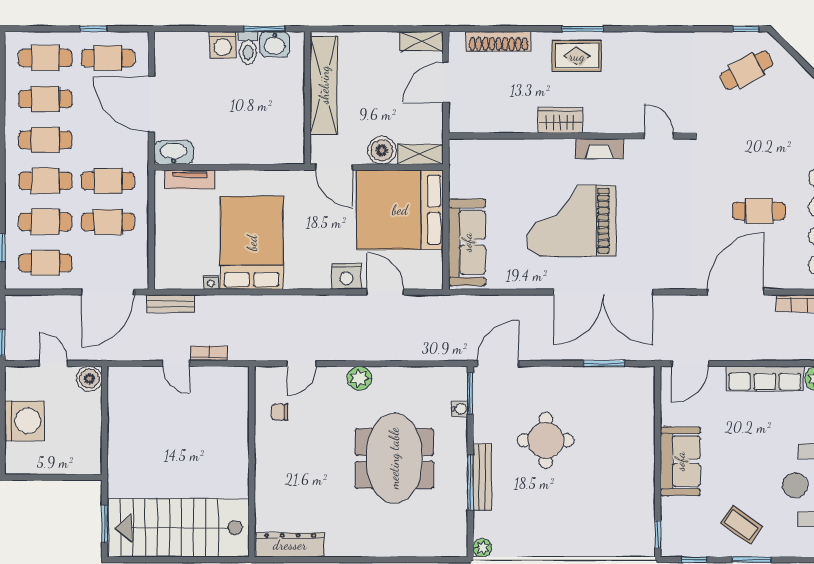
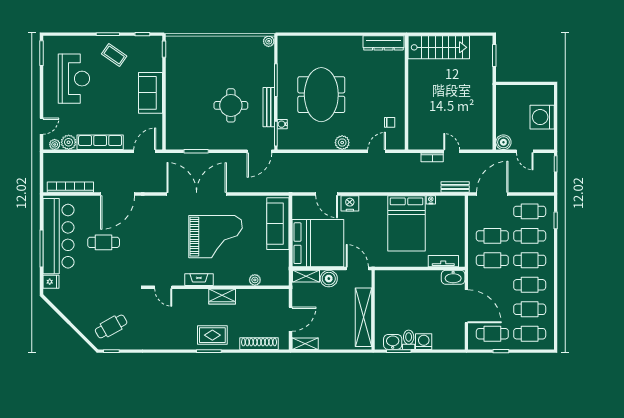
plant: (506, 148) -> (255, 280), added
bench: (482, 477) -> (269, 107), moved
stairs: (179, 528) -> (439, 47), width x0.73, depth x0.66

